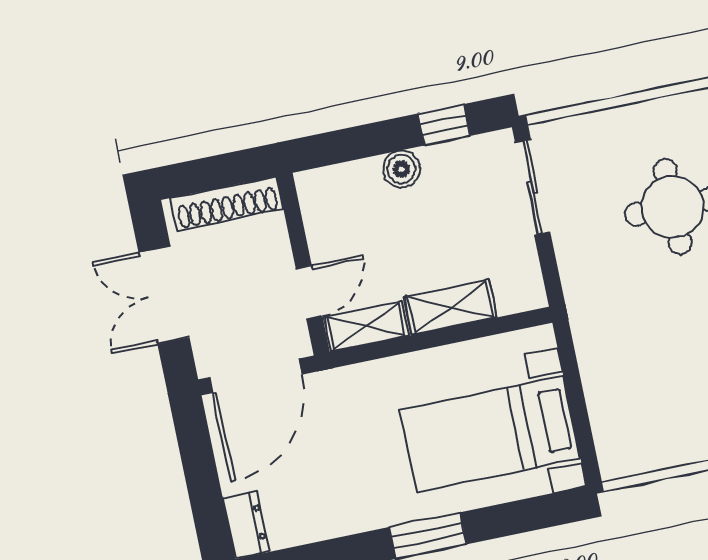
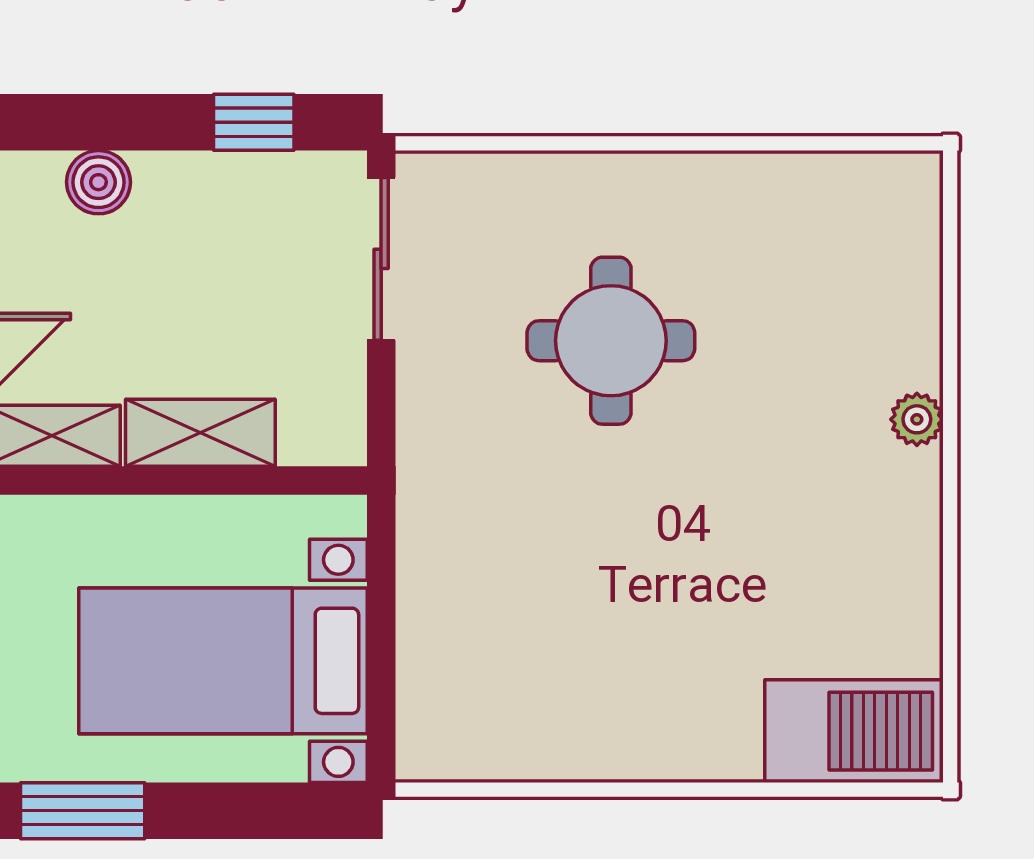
boiler: (401, 169) -> (98, 182), moved

